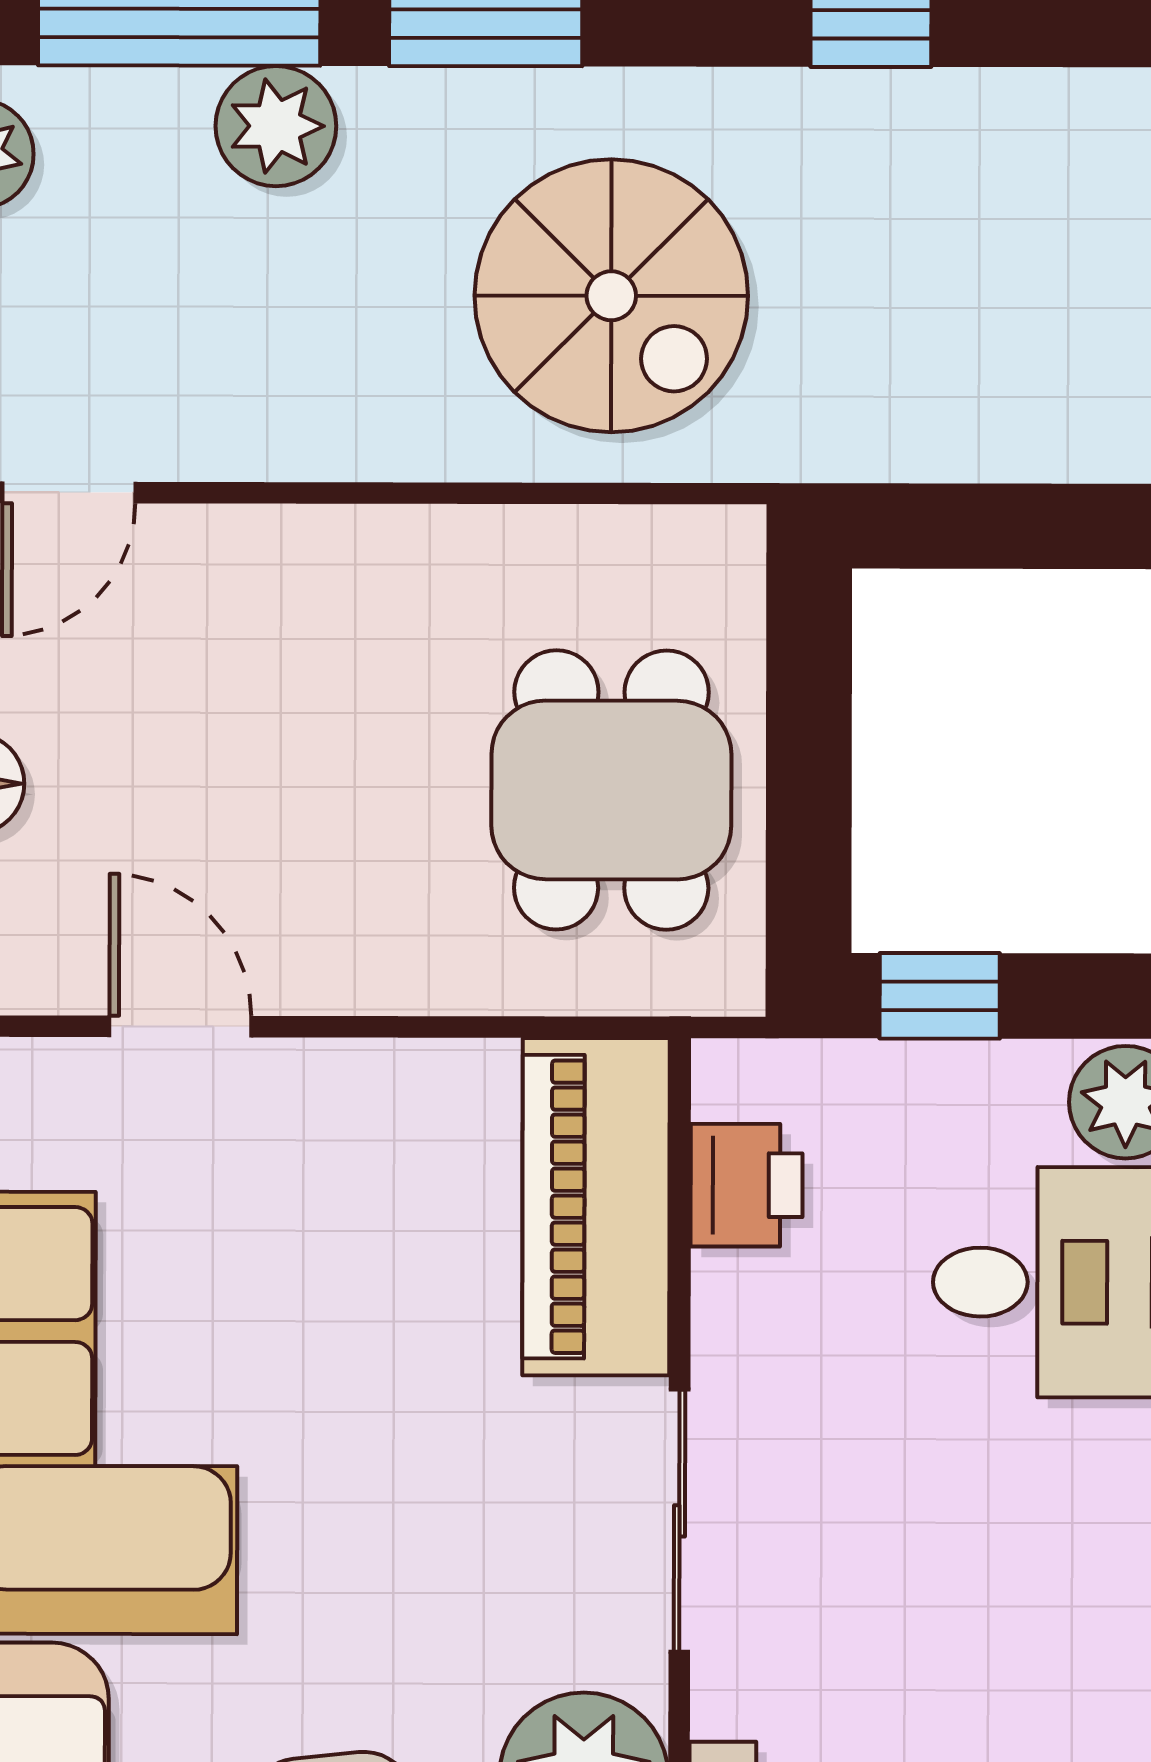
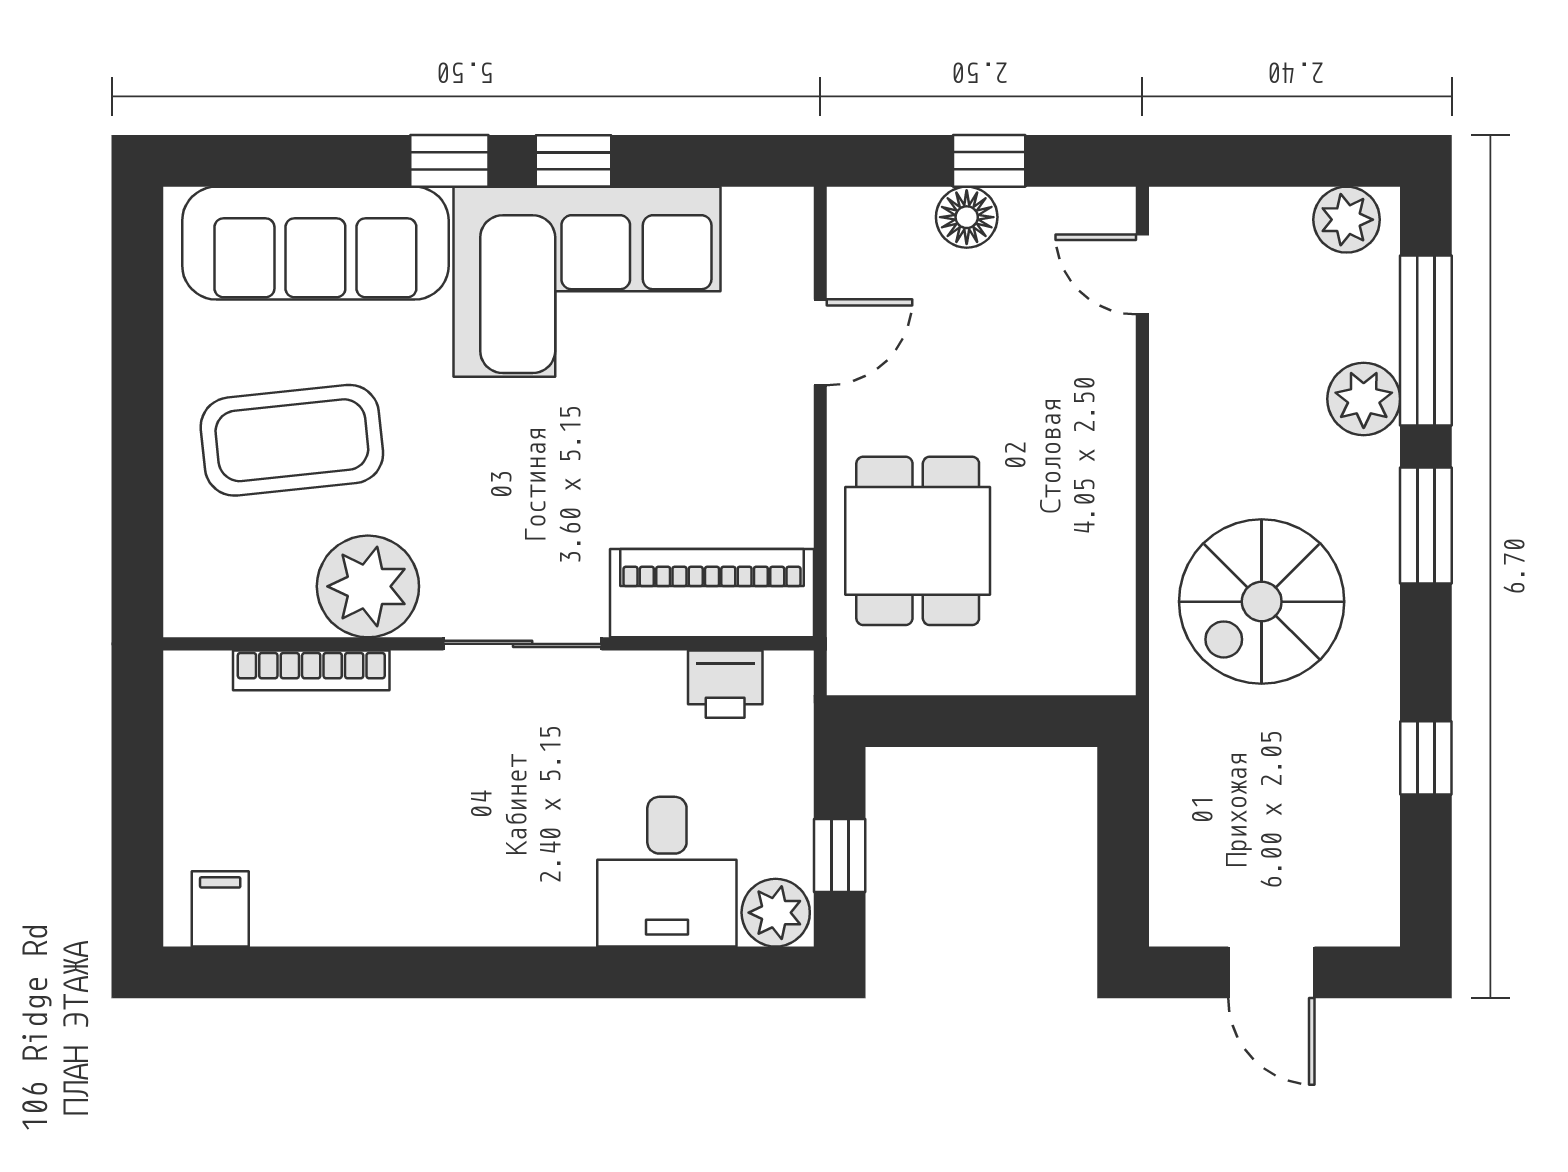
dining table: (611, 790) -> (918, 541), moved, turned 90
window: (940, 996) -> (840, 855), moved

